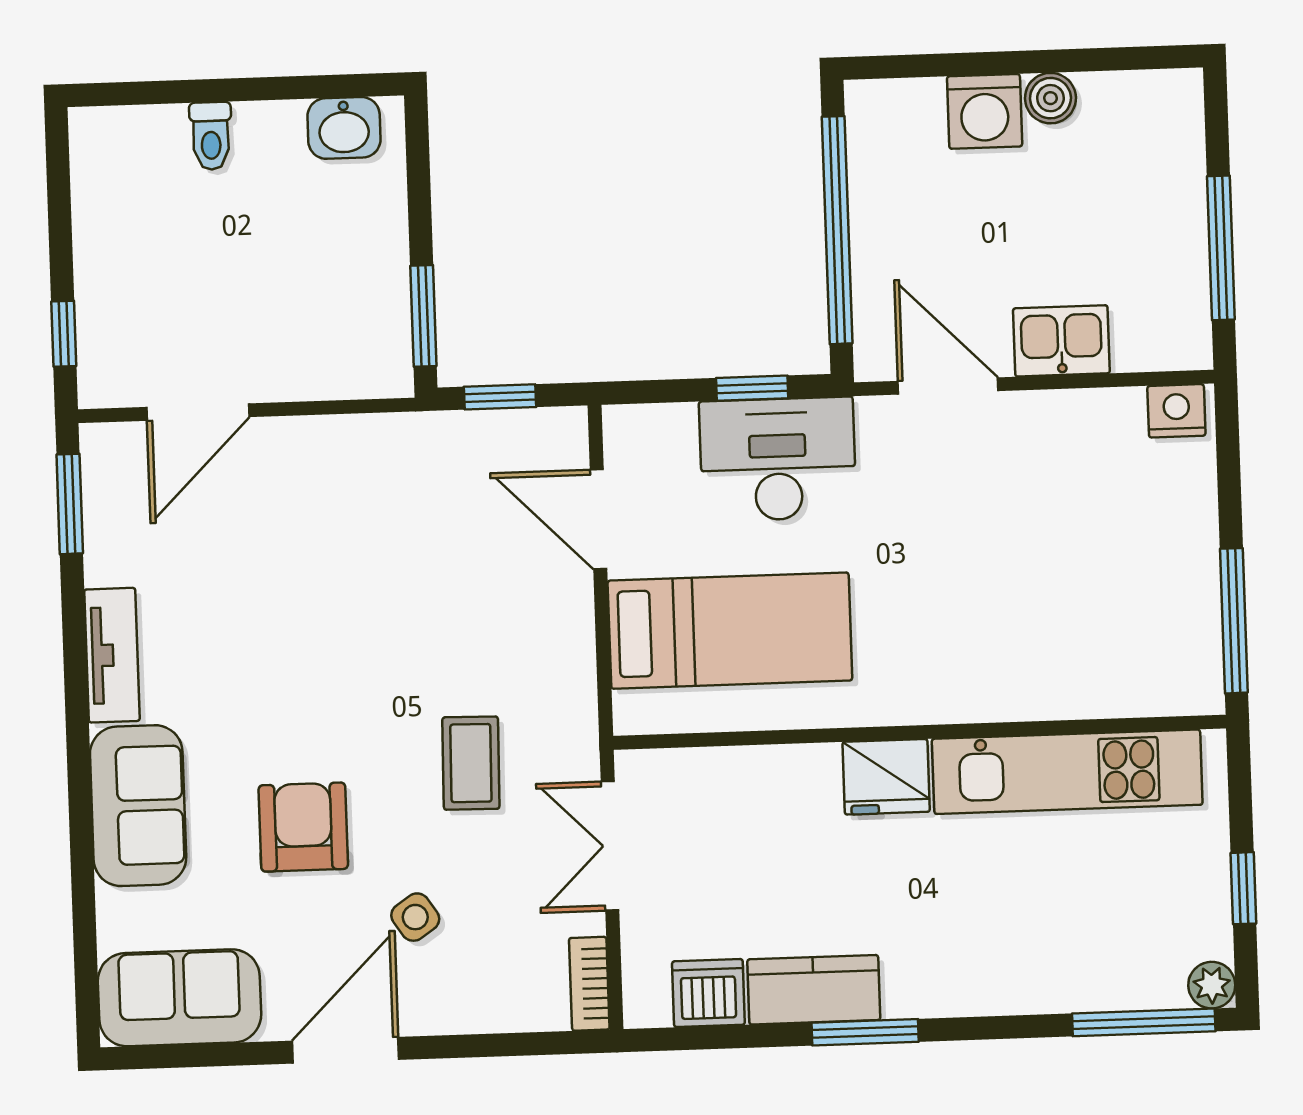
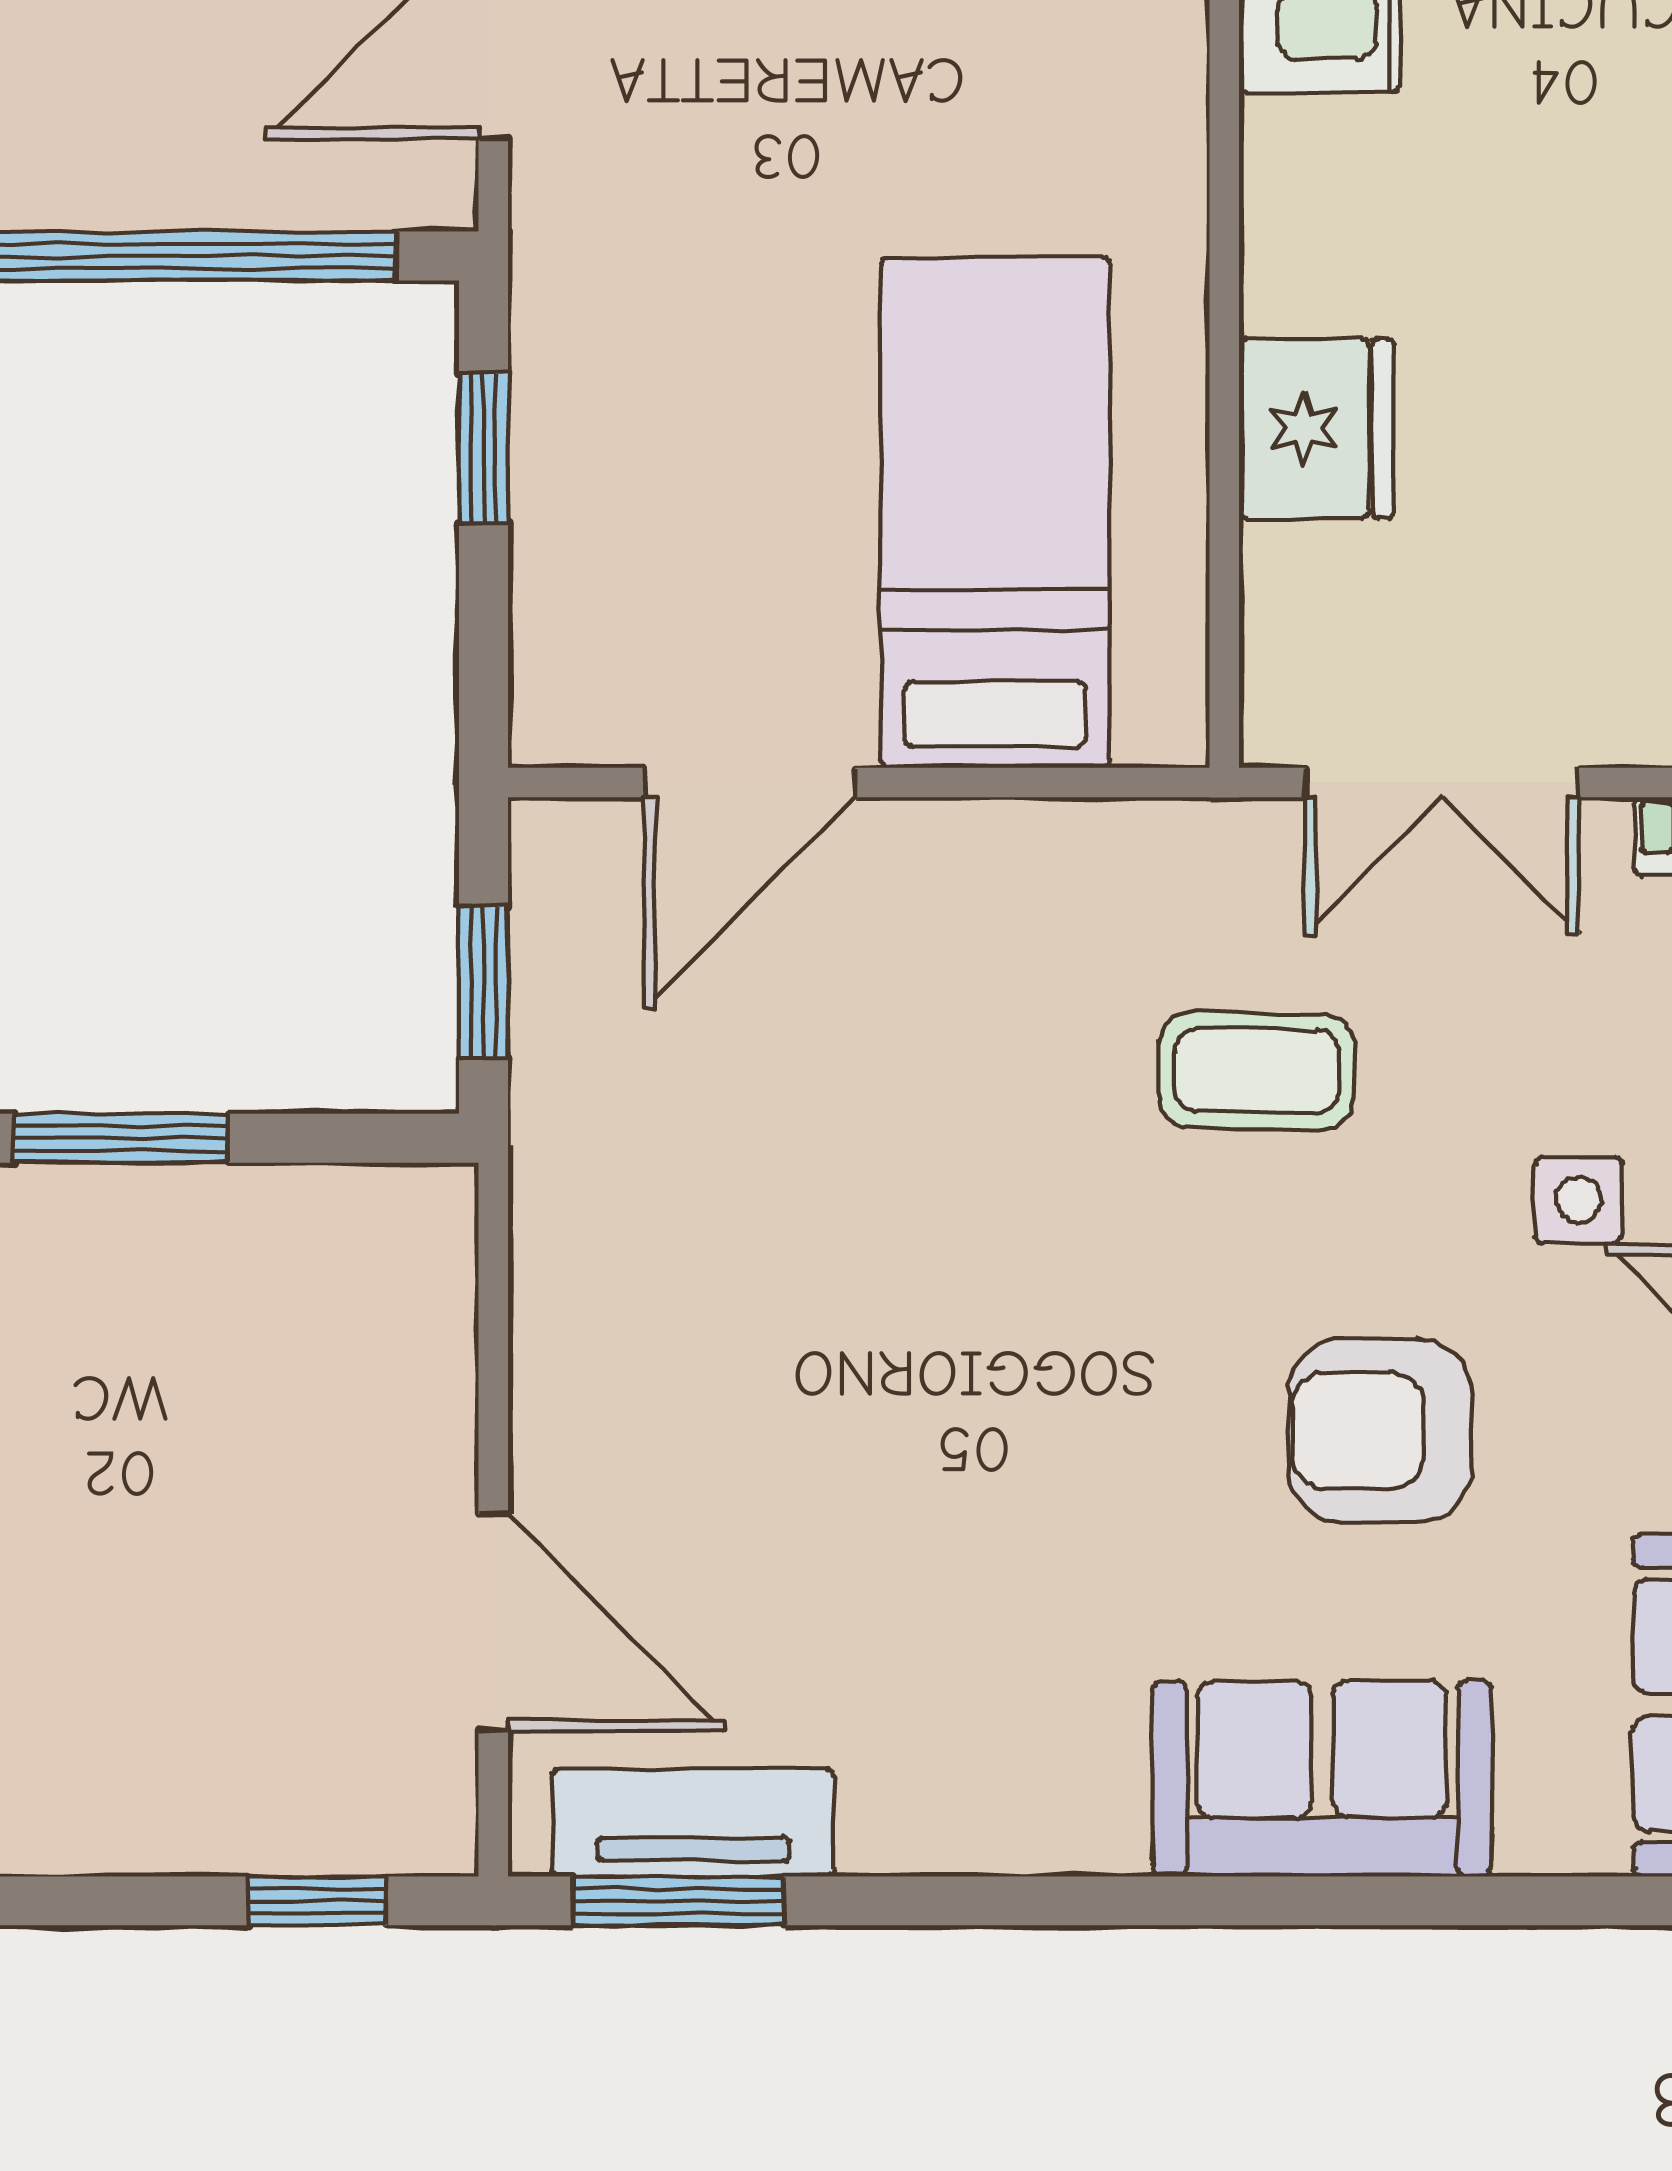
window: (423, 316) -> (121, 1138), moved
desk: (778, 459) -> (636, 399), removed
tv unit: (112, 655) -> (693, 1823), moved
fridge: (886, 777) -> (1316, 429), moved
side table: (415, 917) -> (1579, 1200), turned 34

